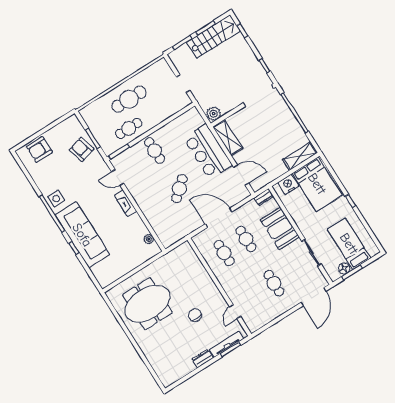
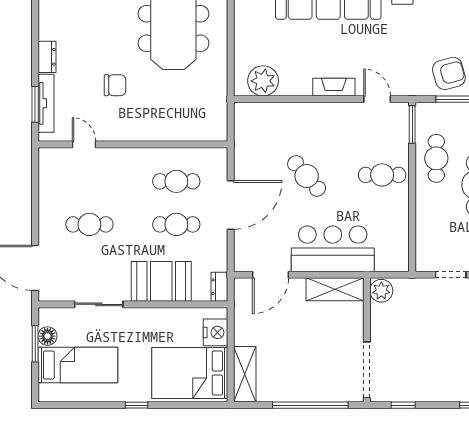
door: (118, 178) -> (377, 99), hinge flipped
plant: (149, 239) -> (263, 81), width x1.87, depth x1.87

